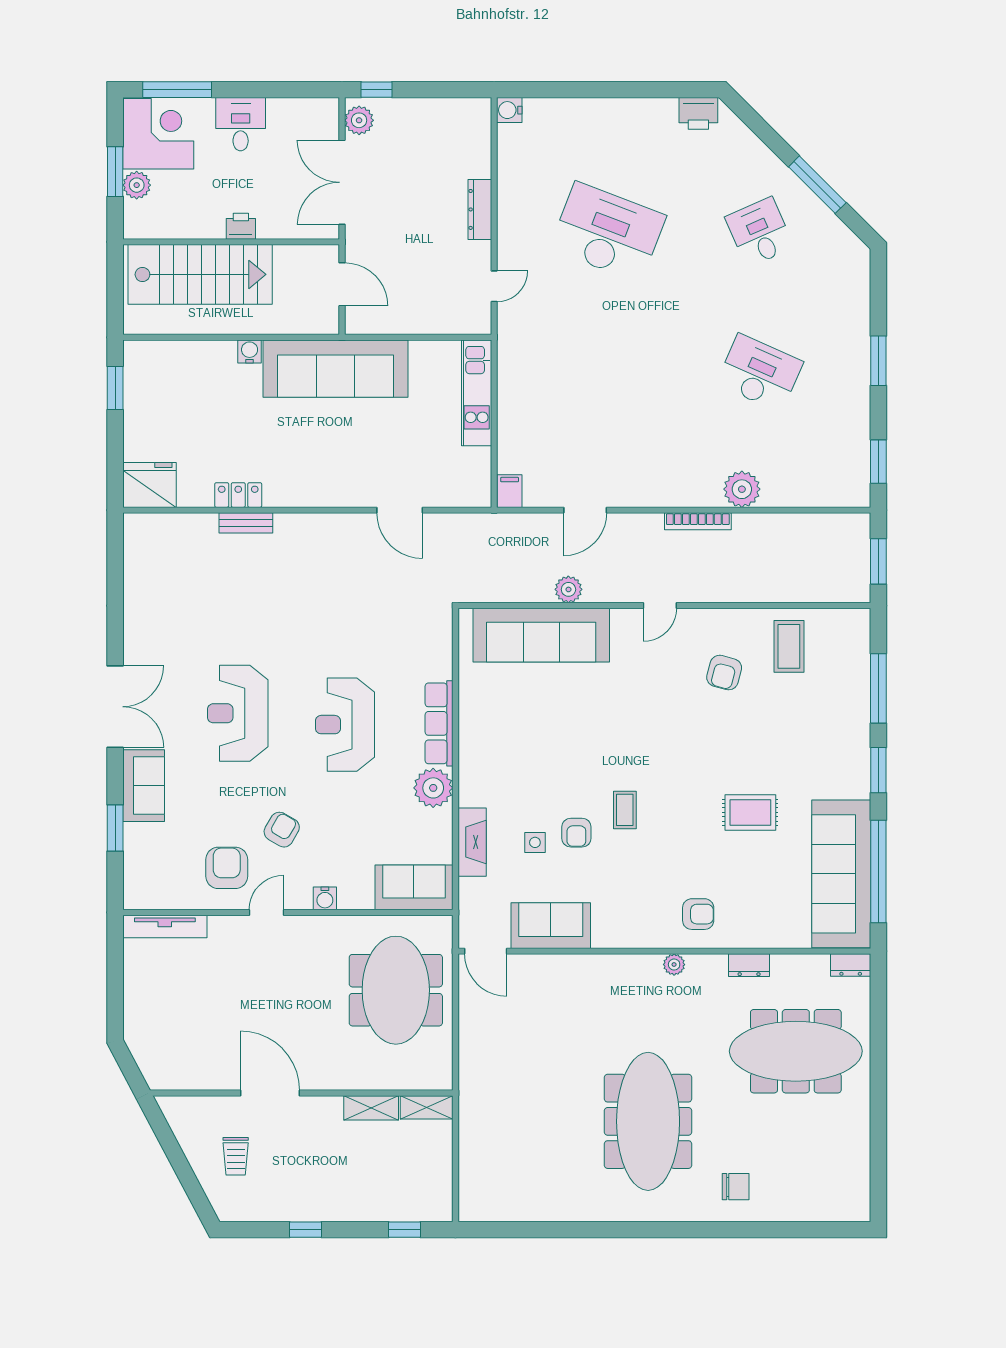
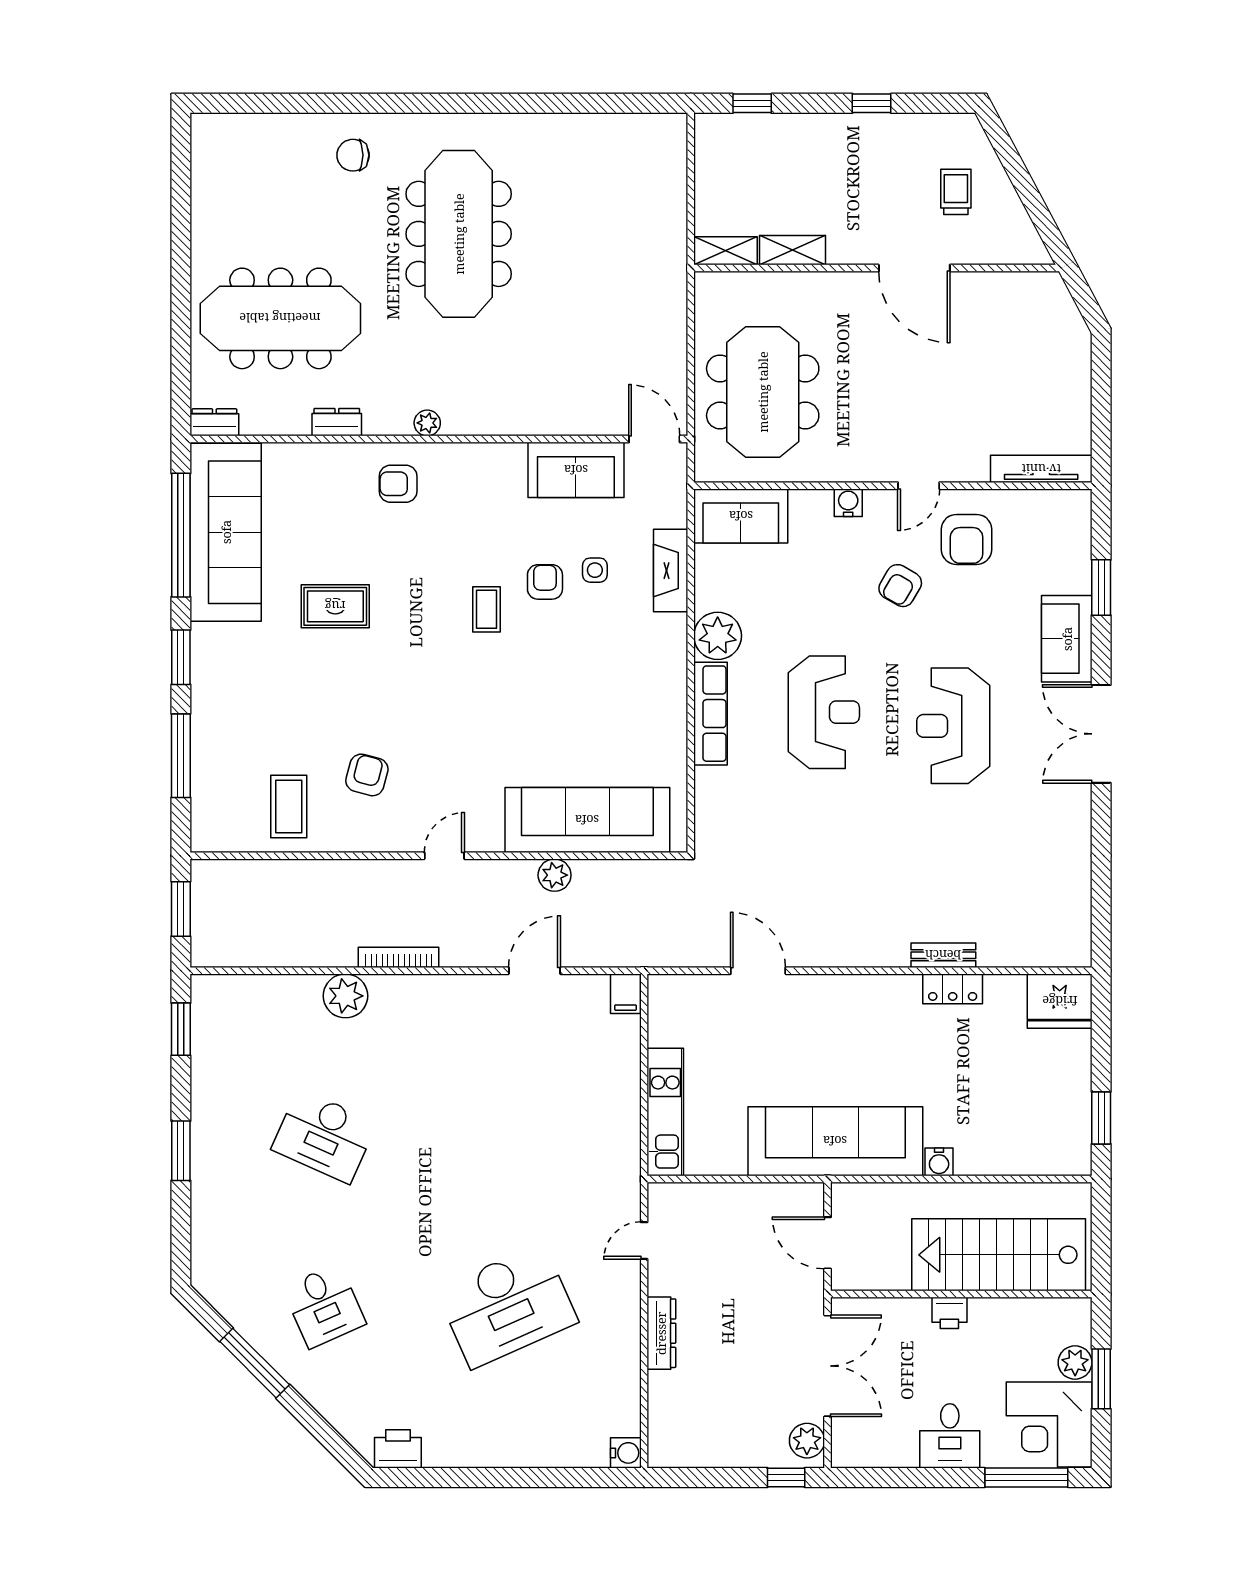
desk: (608, 232) -> (507, 1306), turned -45
reception desk: (238, 713) -> (953, 726), turned 180

